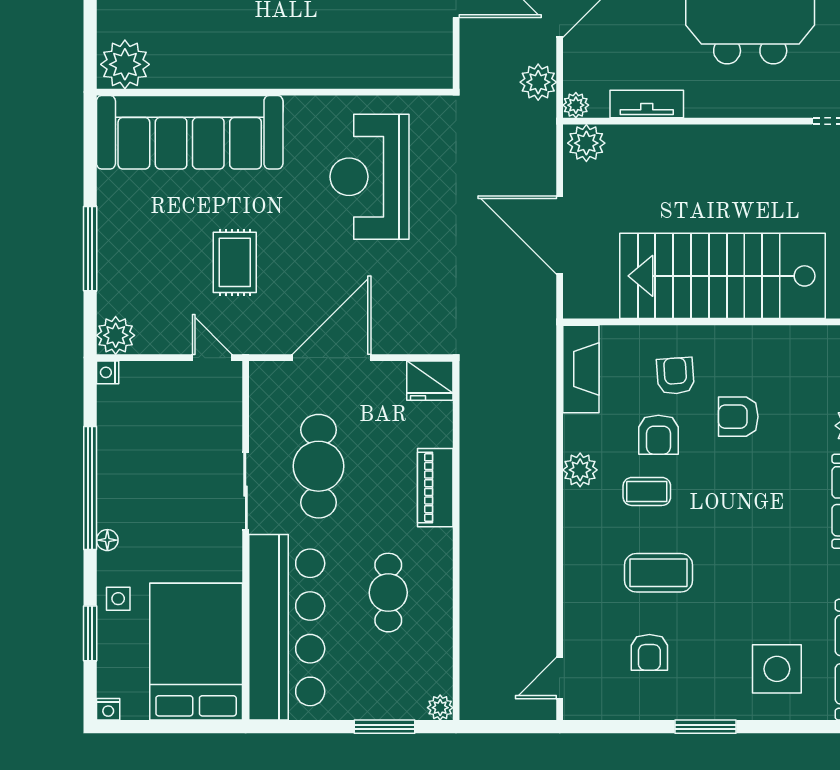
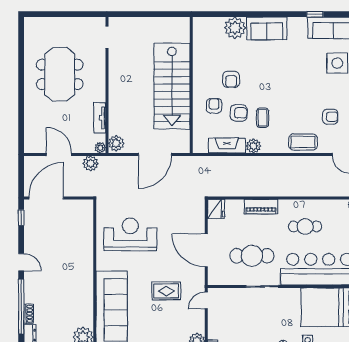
reception desk: (369, 177) -> (130, 234), turned 180
fireplace: (581, 369) -> (227, 145), moved
armchair: (675, 376) -> (214, 106), turned 94
coffee table: (659, 573) -> (303, 142), moved, turned 90

